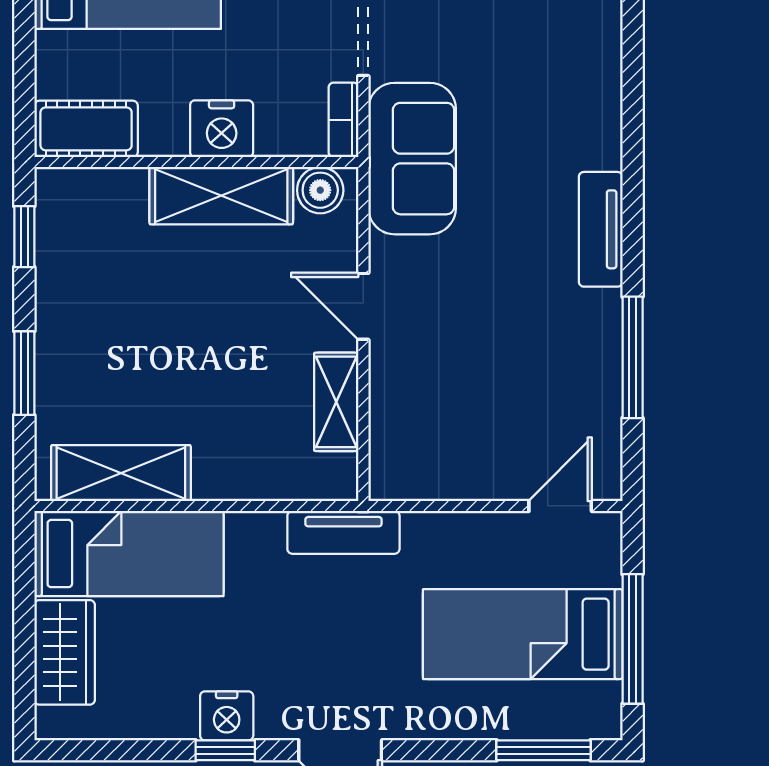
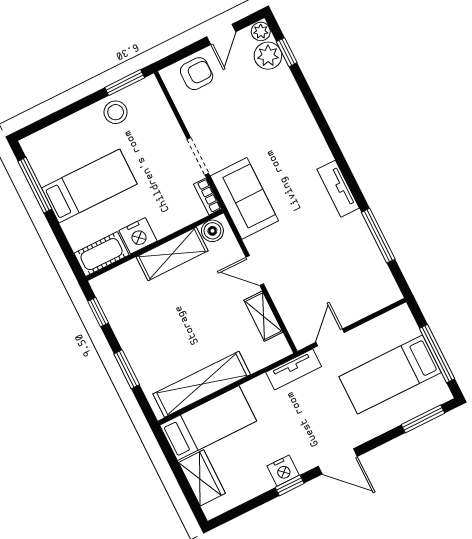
nightstand: (222, 129) -> (138, 236), moved
shelving: (121, 473) -> (202, 384), width x1.47
door: (560, 506) -> (330, 337), moved

